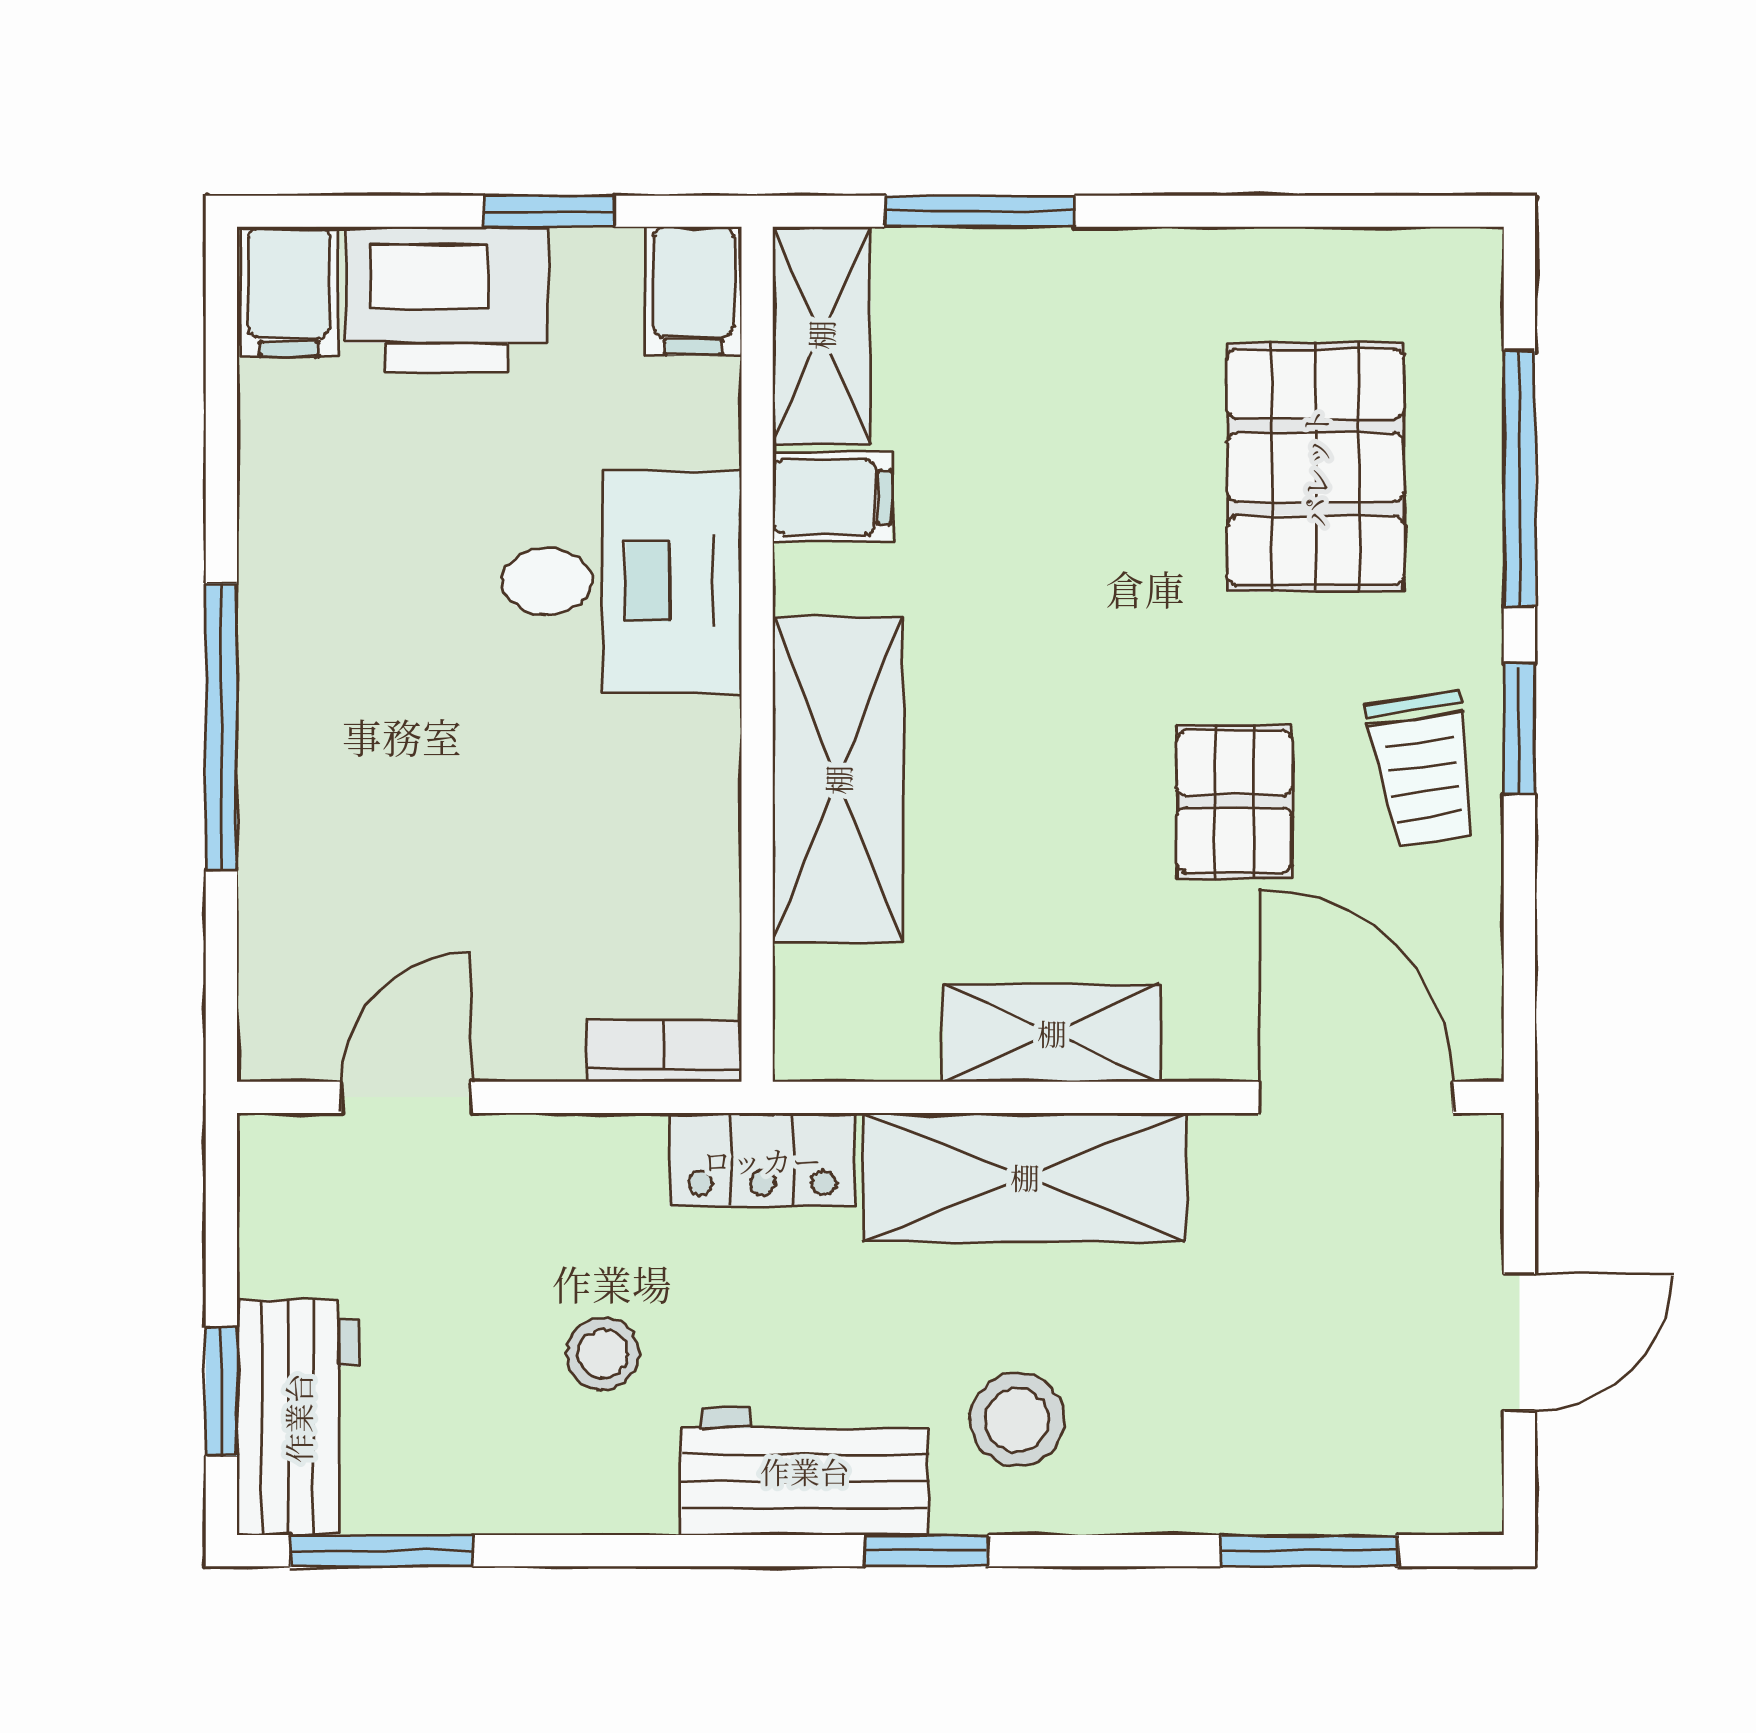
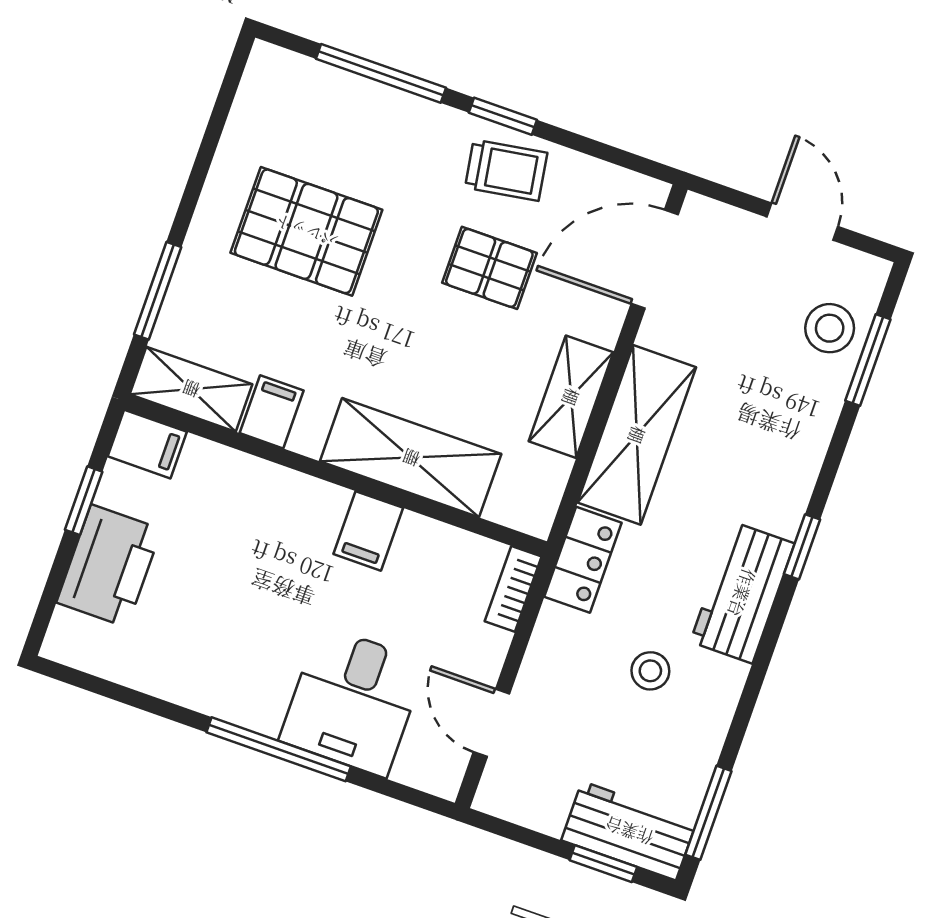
filing cabinet: (289, 291) -> (368, 531), moved, turned 90
pallet: (1315, 467) -> (306, 231), moved
desk: (622, 582) -> (353, 701), moved, turned 180
stool: (1017, 1420) -> (830, 328), moved

